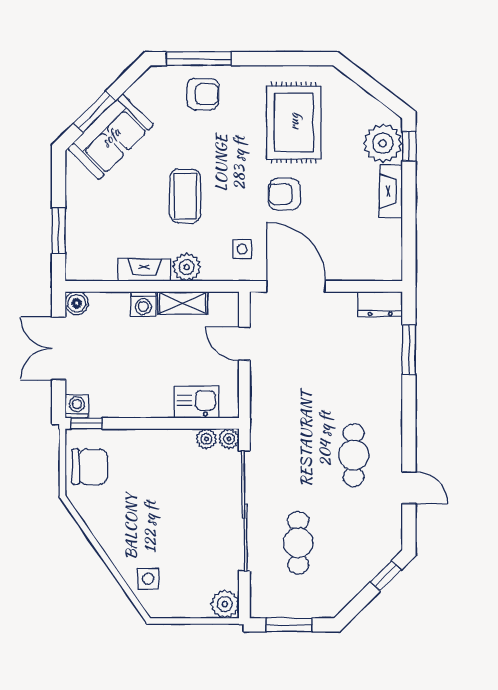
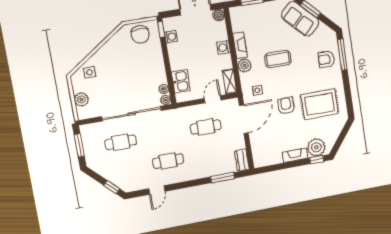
armchair: (203, 94) -> (326, 59), turned 90
shelving: (183, 303) -> (230, 81), moved
cafe table: (298, 367) -> (206, 127), added
washing machine: (77, 407) -> (171, 37), moved
plant: (225, 604) -> (81, 100), moved

